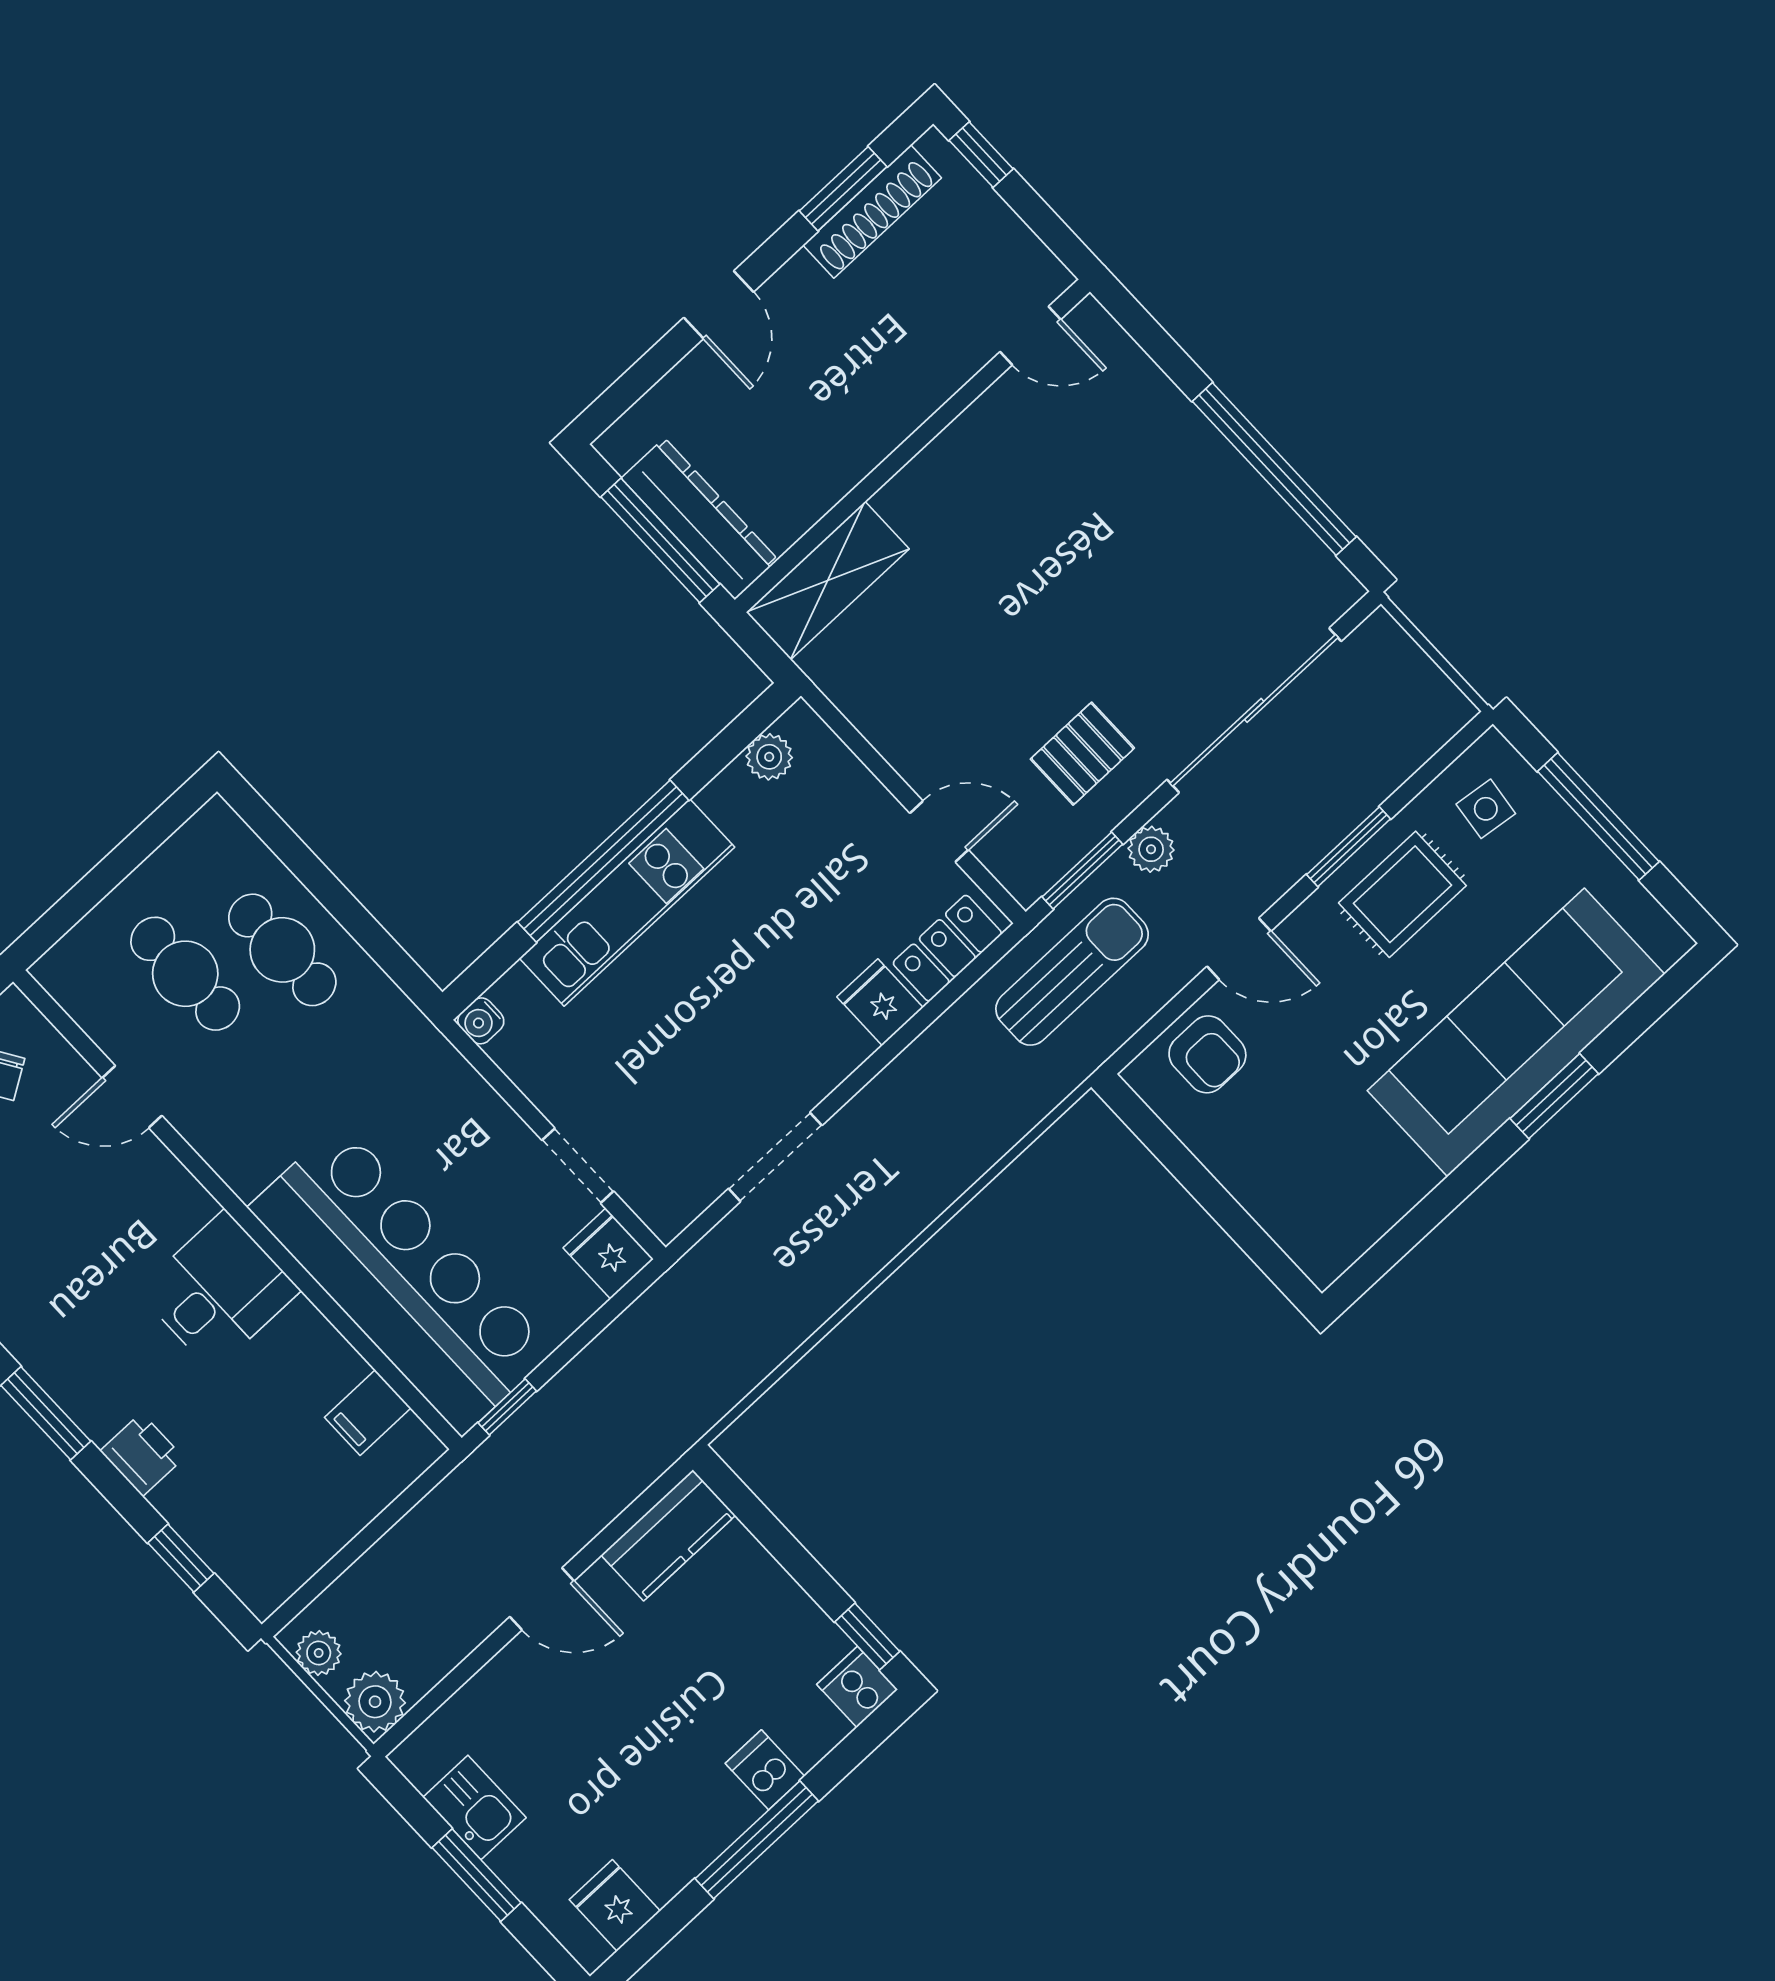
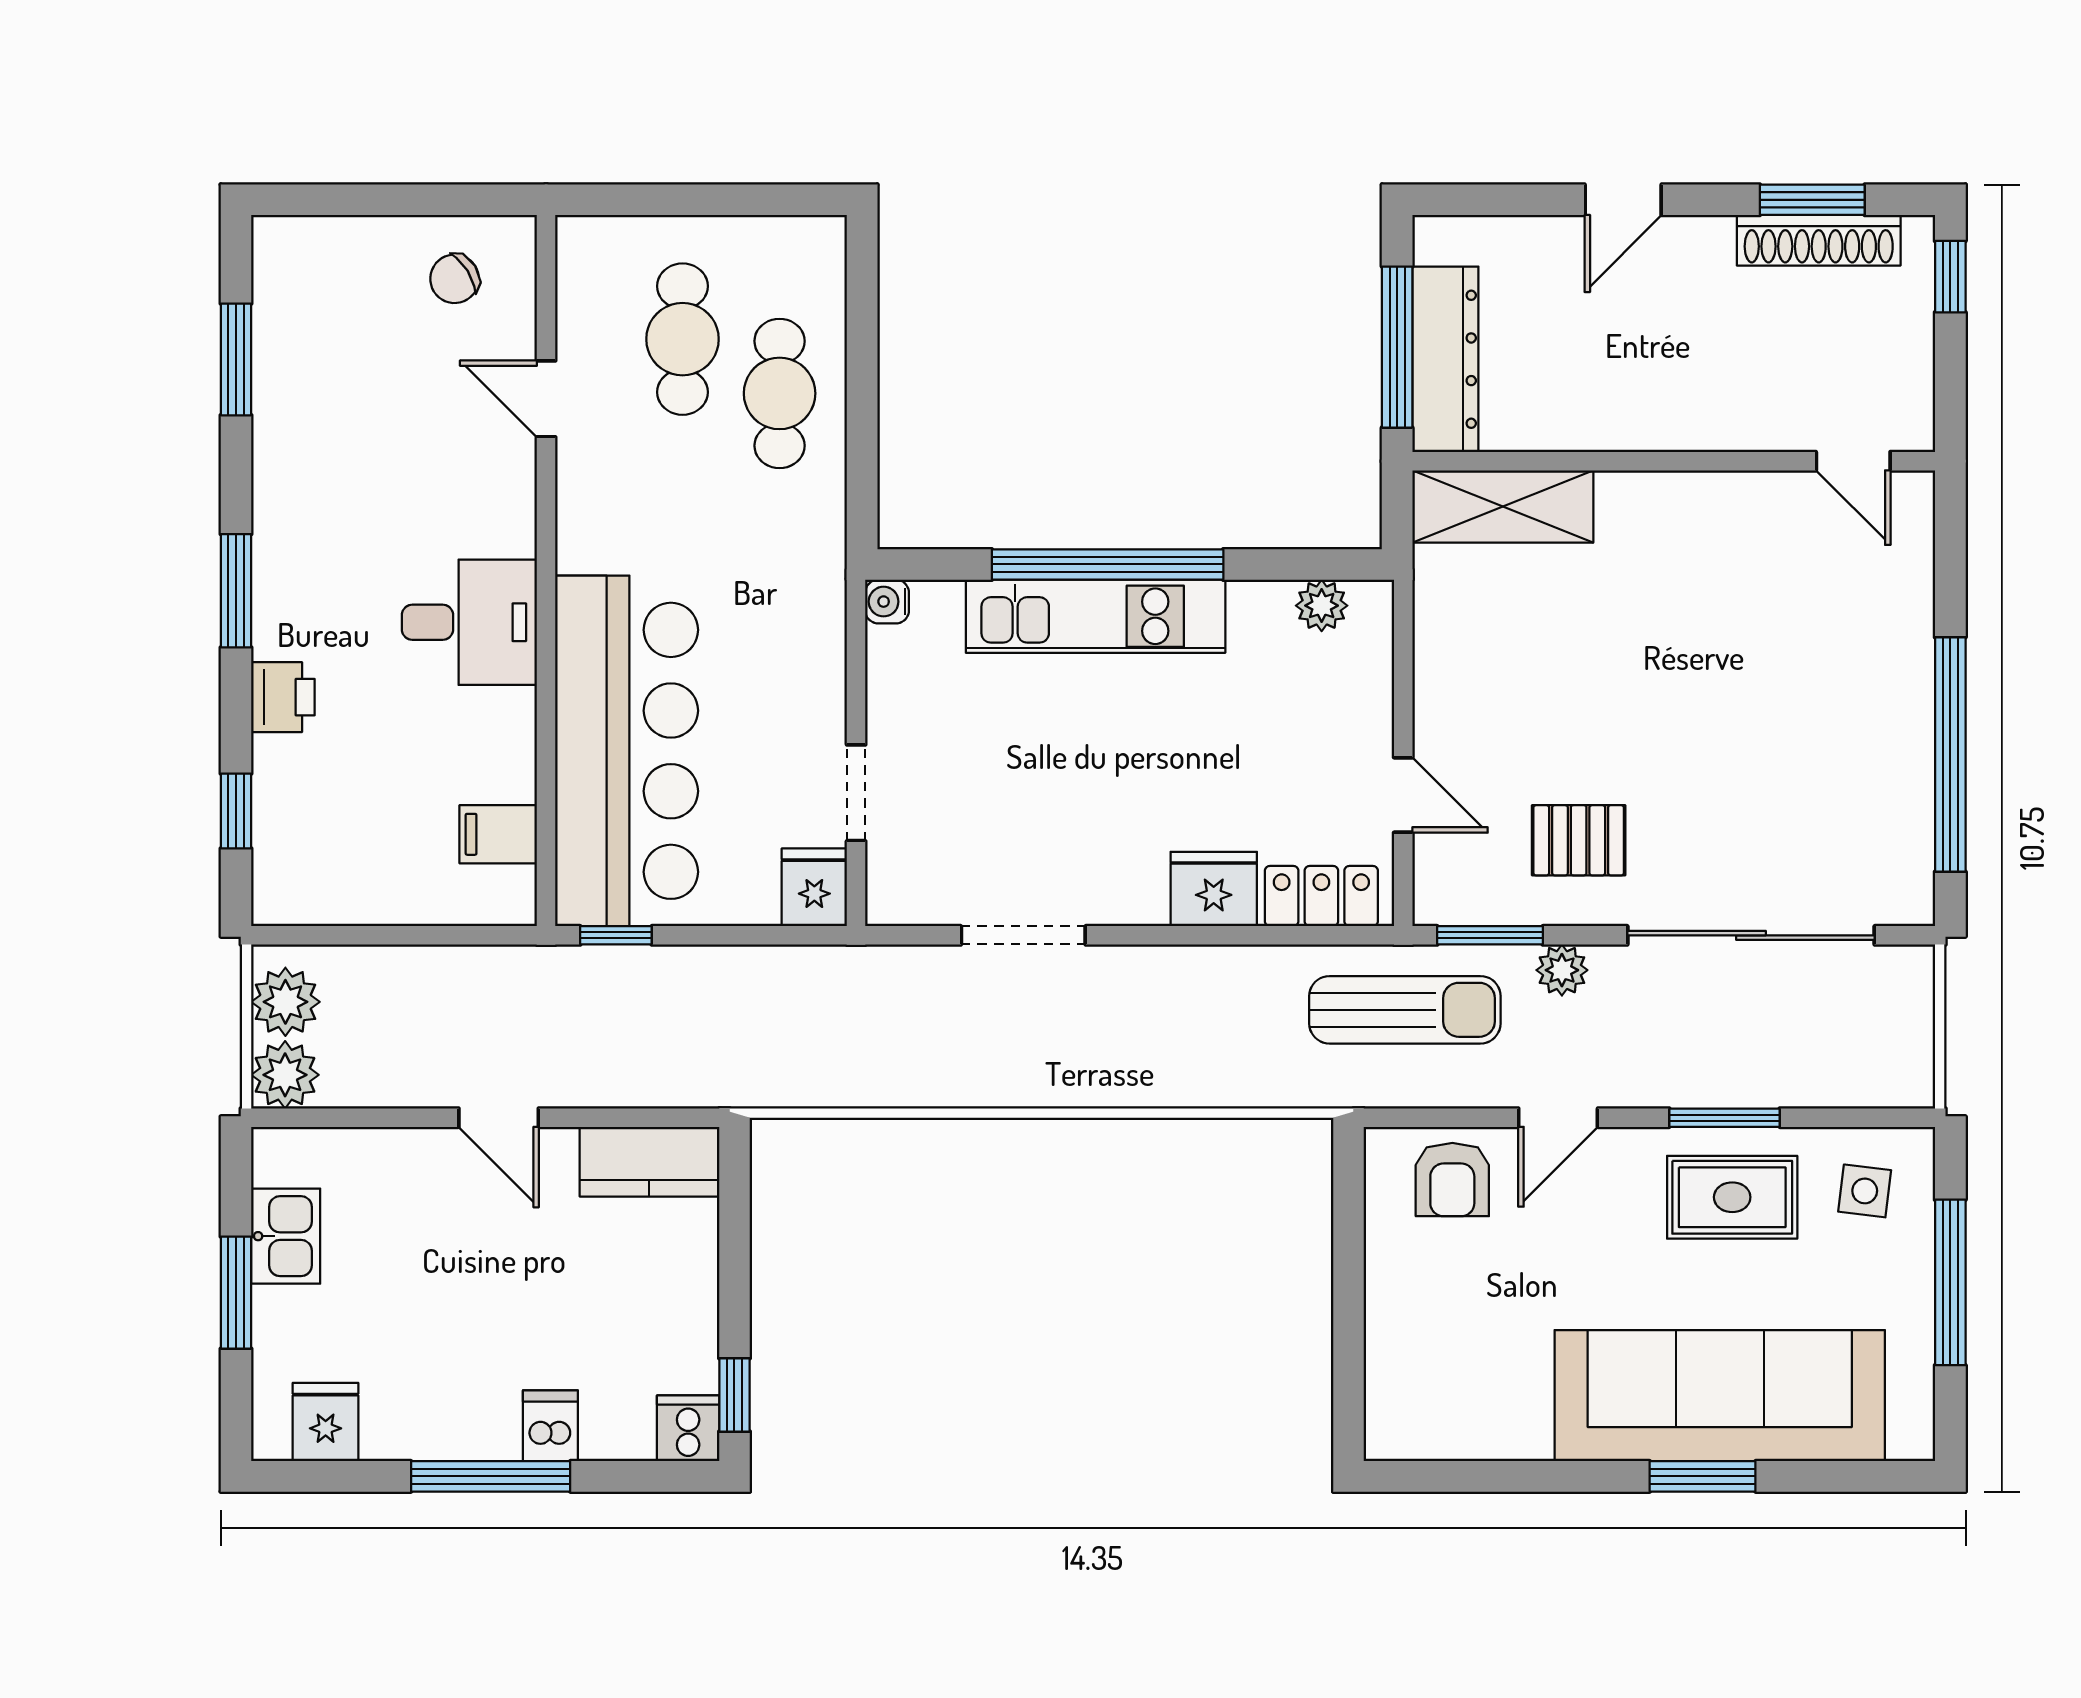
door: (1239, 949) -> (1558, 1118), hinge flipped
fridge: (880, 1002) -> (1214, 889), width x1.38
plant: (319, 1653) -> (285, 1002), width x1.38, depth x1.38

